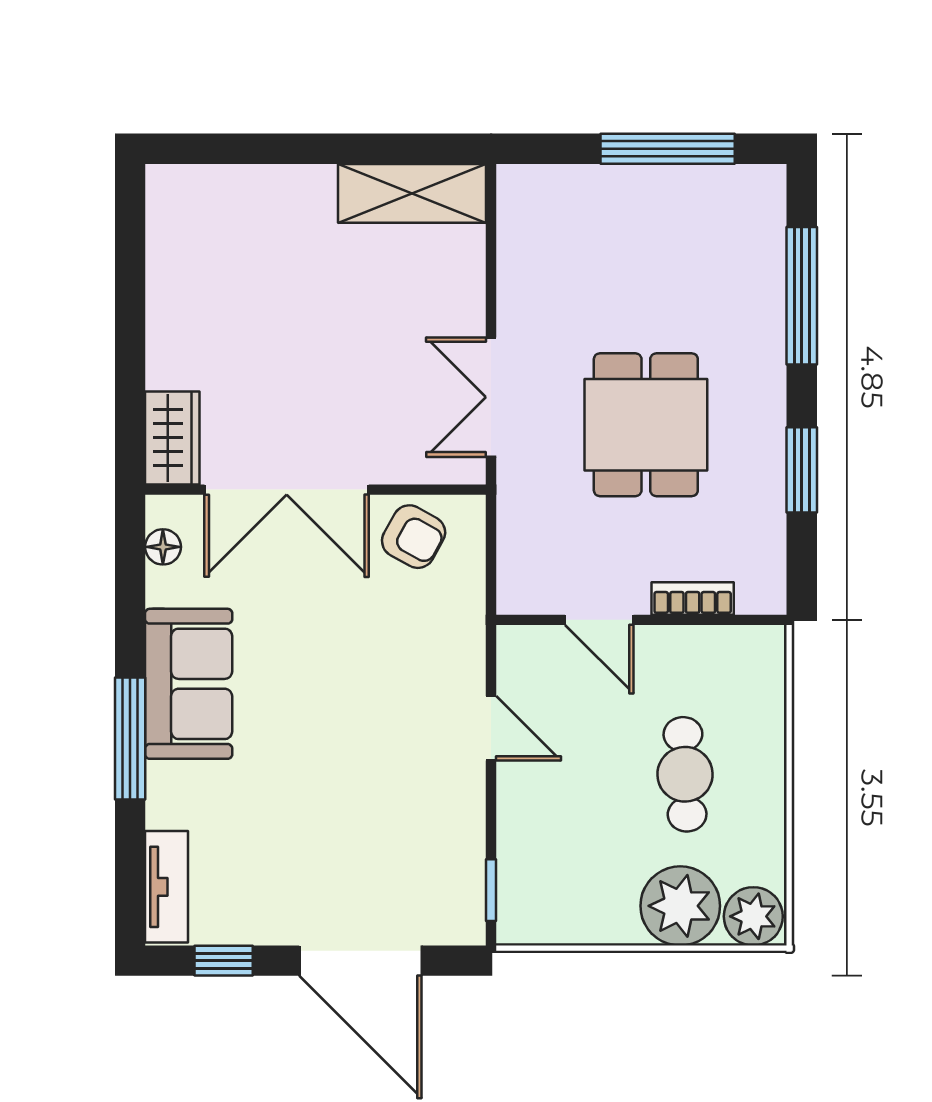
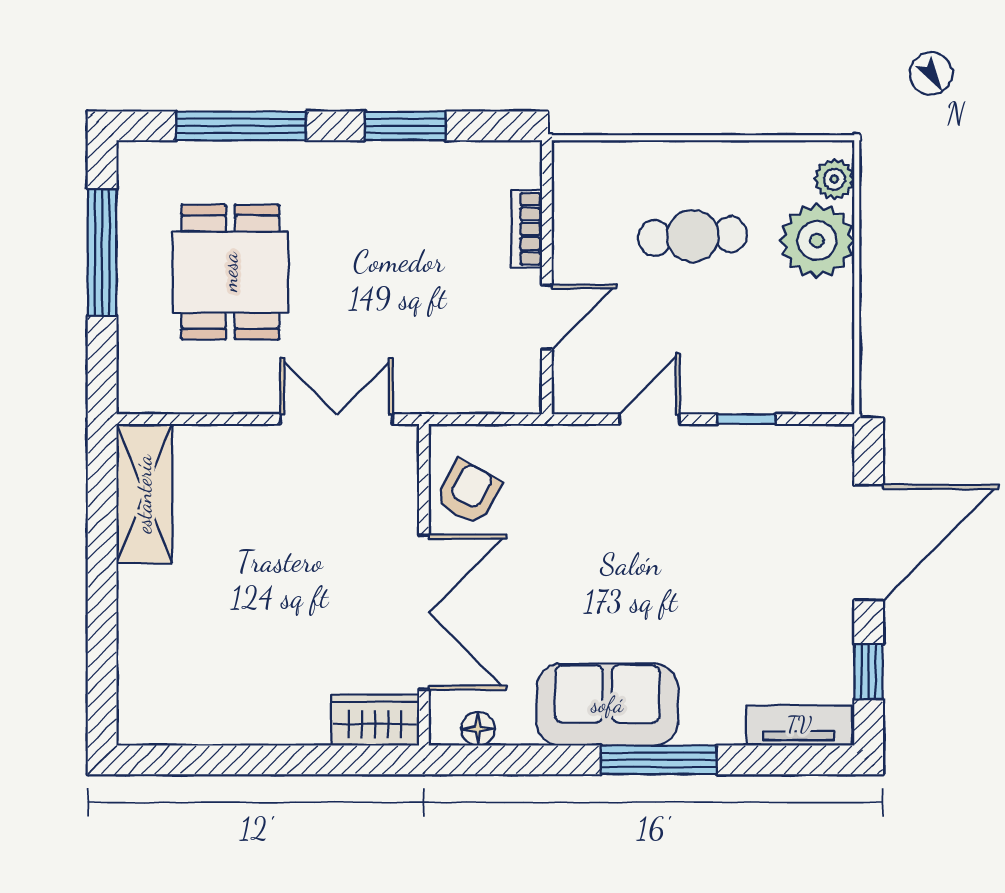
double door: (491, 397) -> (336, 419), swing flipped
dining table: (646, 425) -> (230, 272), moved, turned 90
window: (491, 890) -> (746, 419), moved
plant: (753, 916) -> (834, 179), width x0.73, depth x0.73

